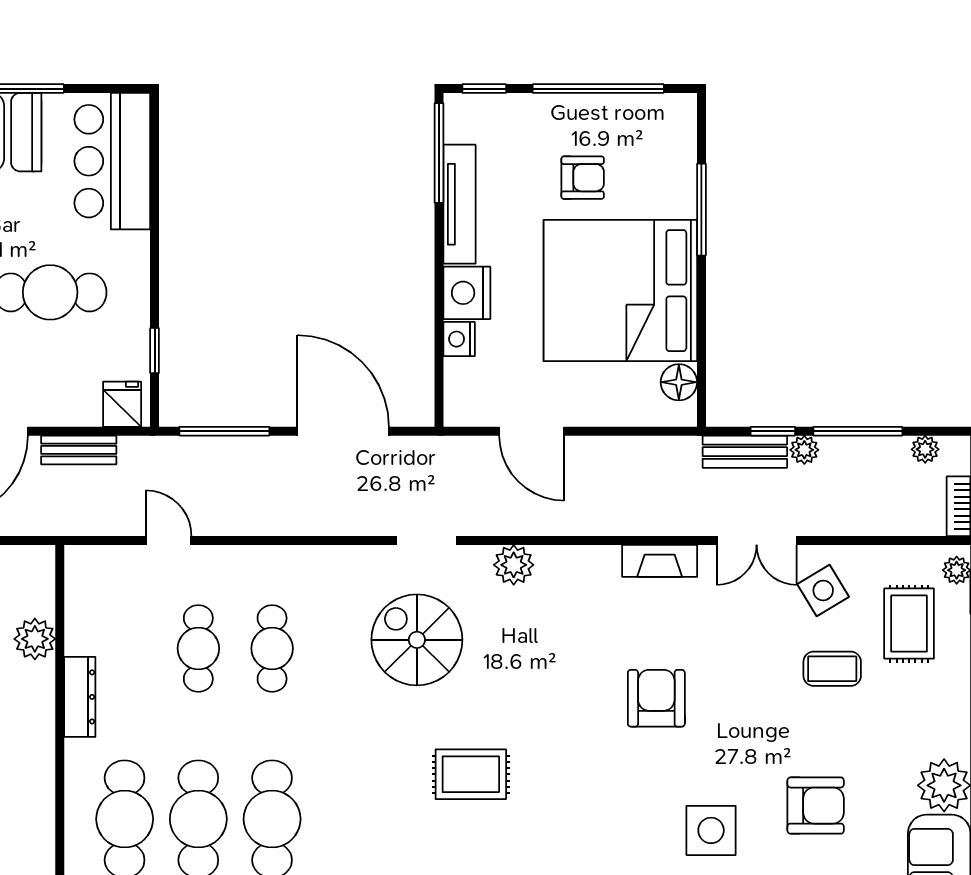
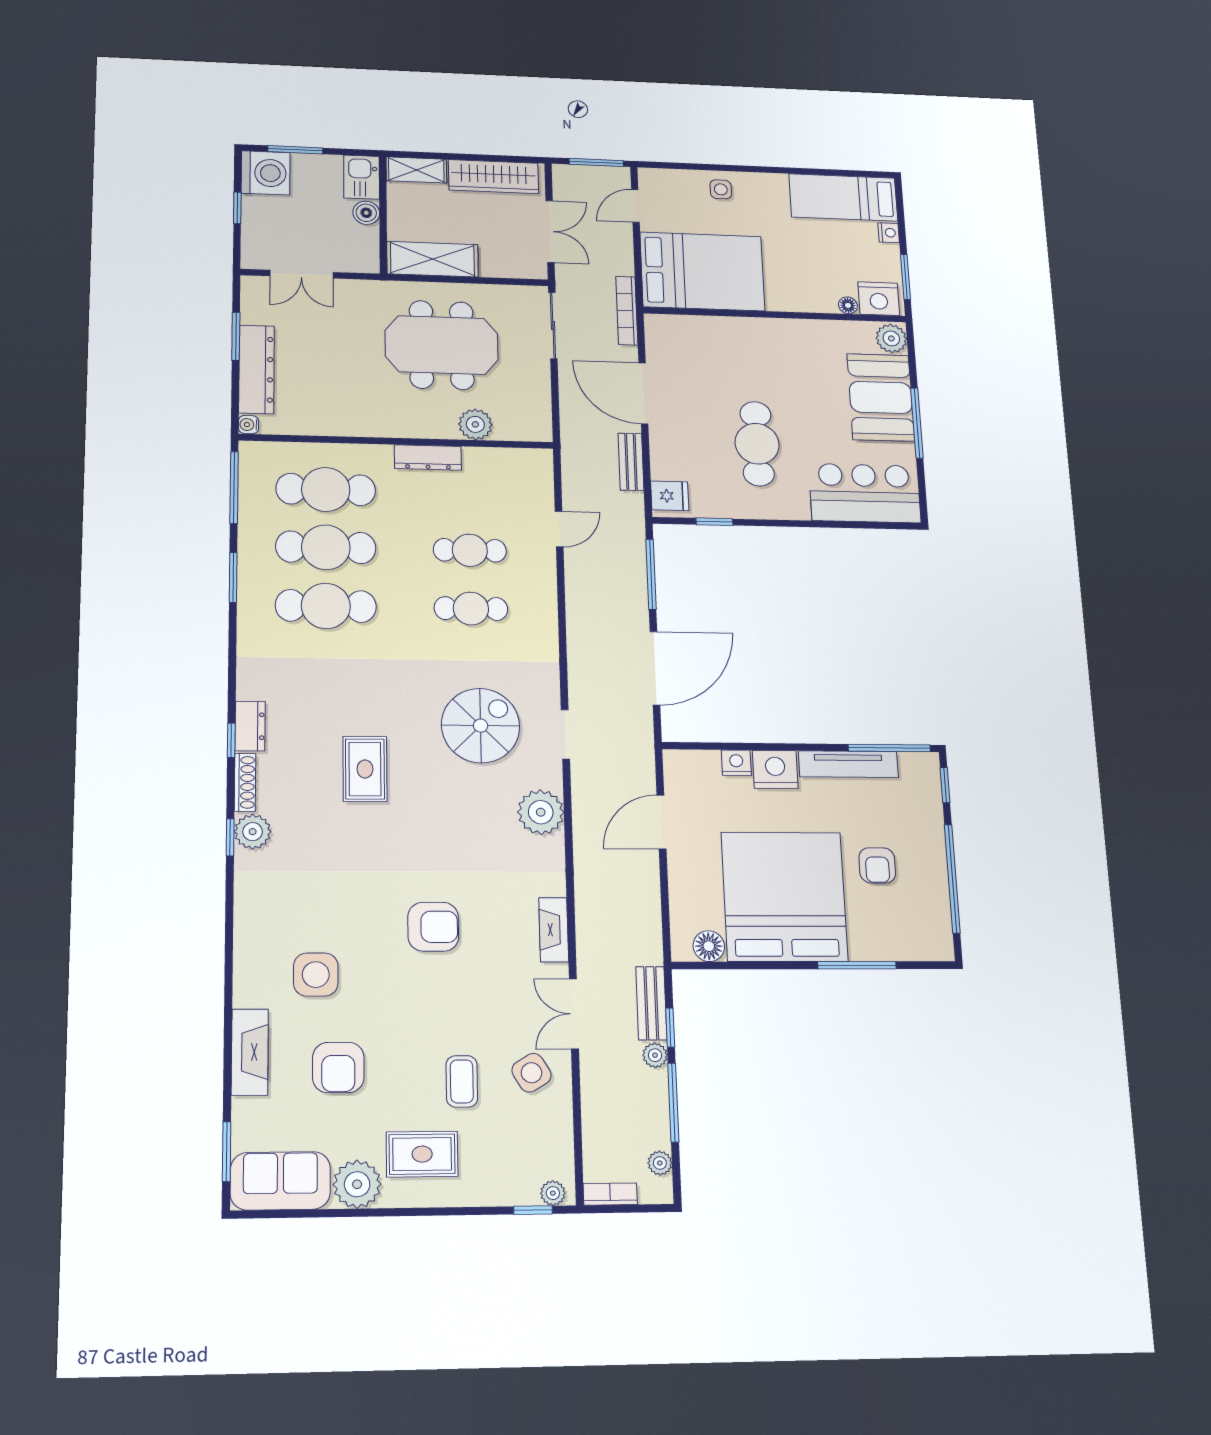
plant: (514, 565) -> (541, 812), width x1.36, depth x1.36
rug: (909, 624) -> (422, 1154), moved

